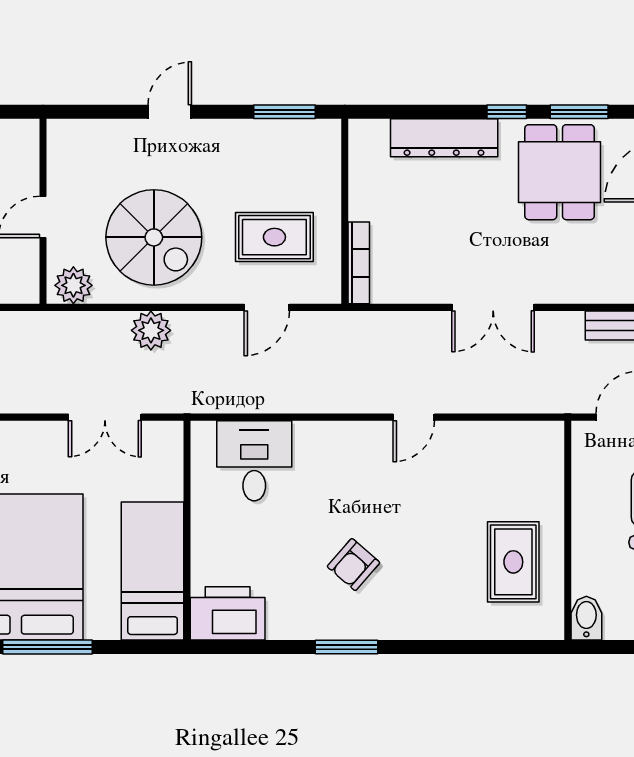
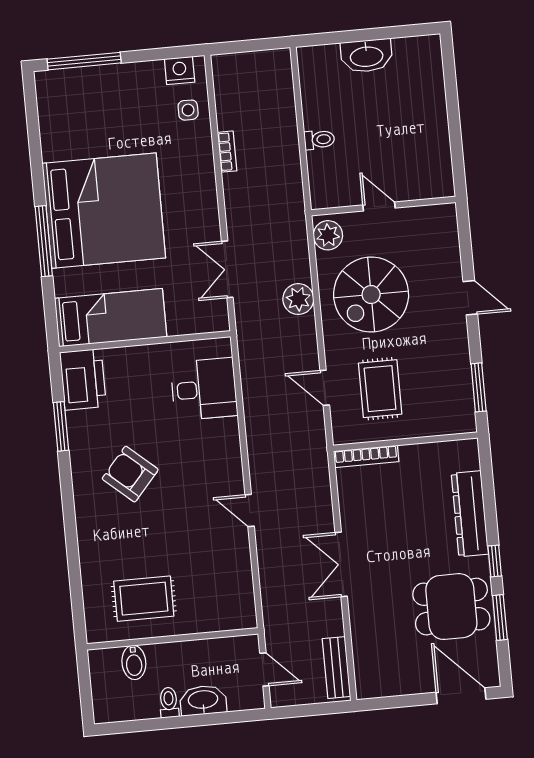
armchair: (354, 565) -> (130, 474), width x1.38, depth x1.38
bidet: (586, 618) -> (134, 662), moved, turned 90
window: (347, 647) -> (61, 426), moved

